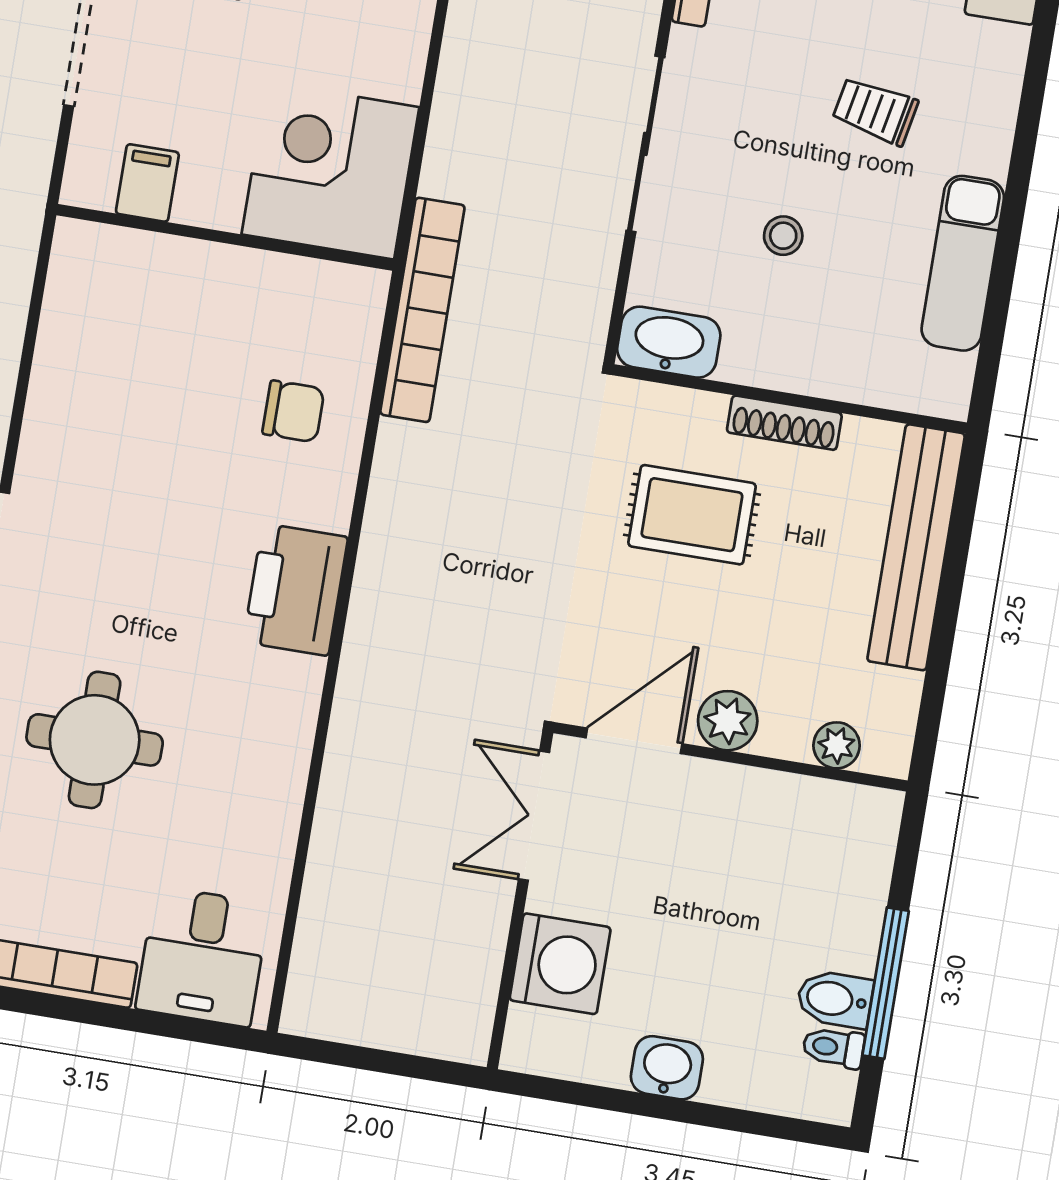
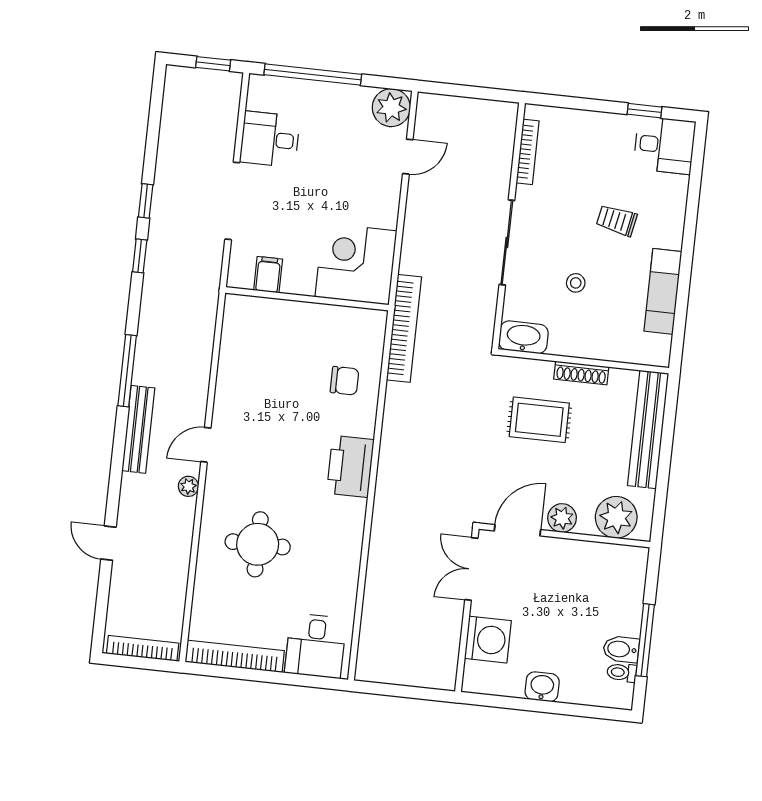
plant: (837, 745) -> (616, 517), width x1.88, depth x1.88

